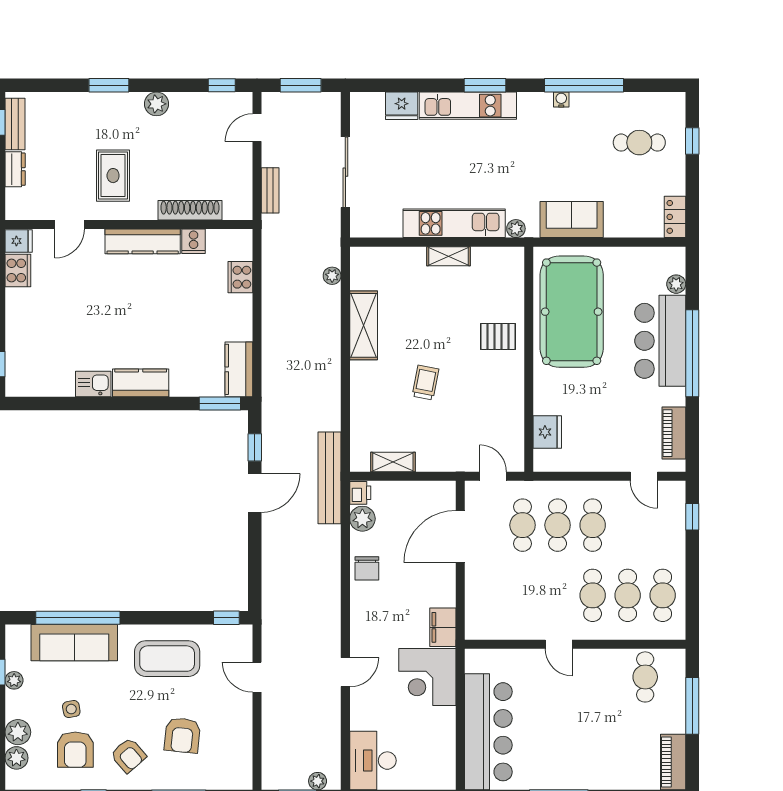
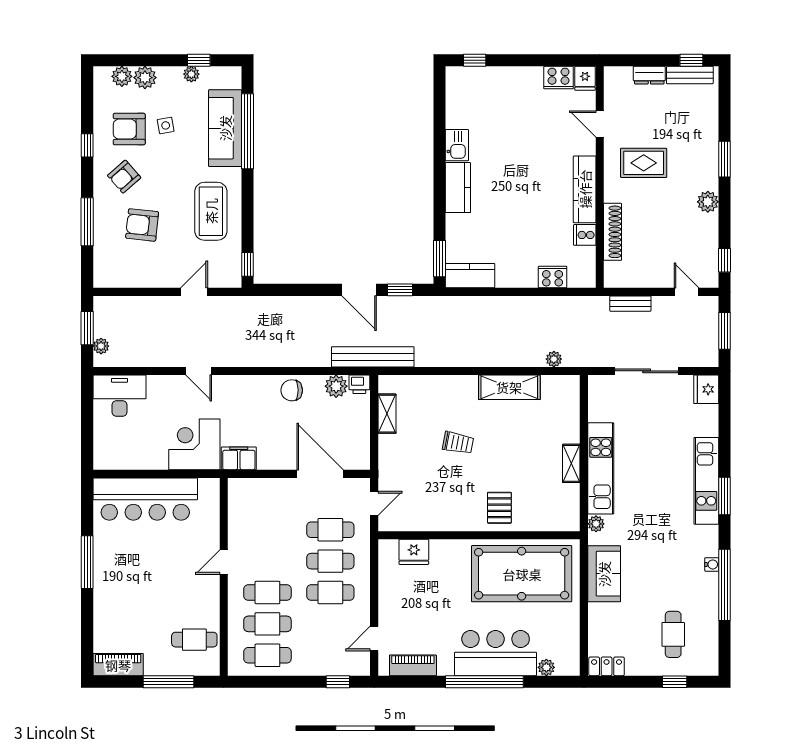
fridge: (402, 106) -> (706, 389), moved

